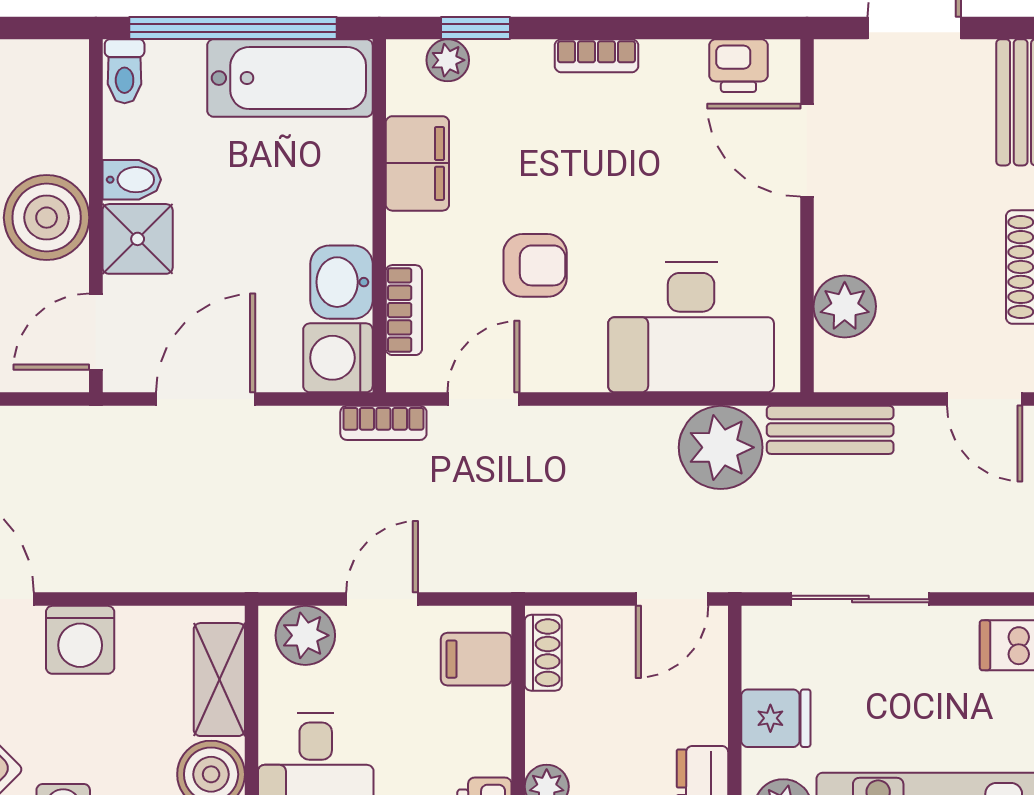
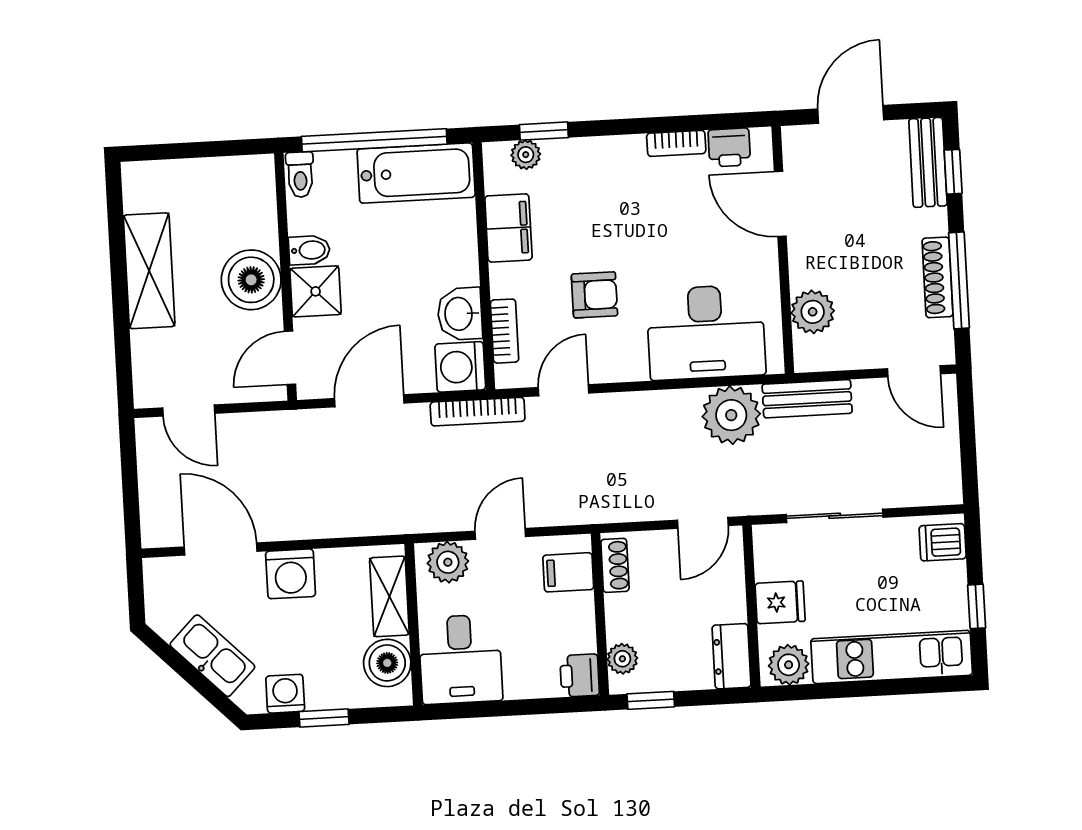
bookcase: (596, 56) -> (676, 143), moved
bookcase: (383, 423) -> (478, 412), width x1.56

